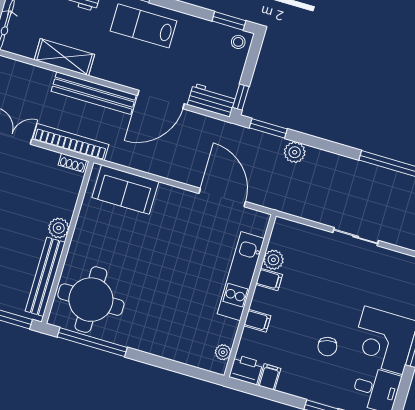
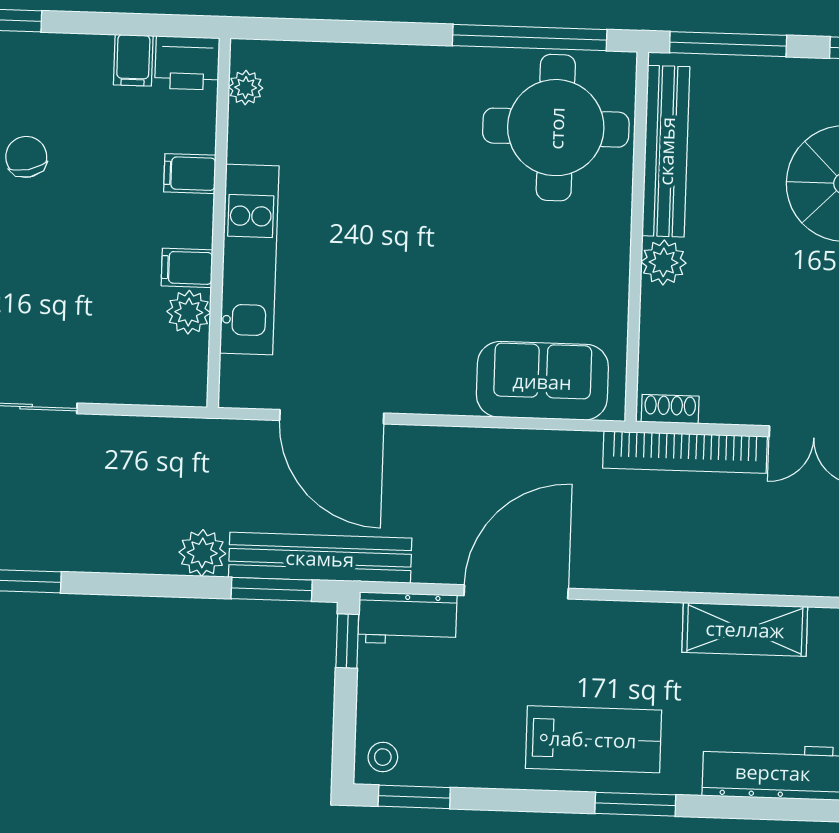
bench: (94, 93) -> (320, 558), moved

